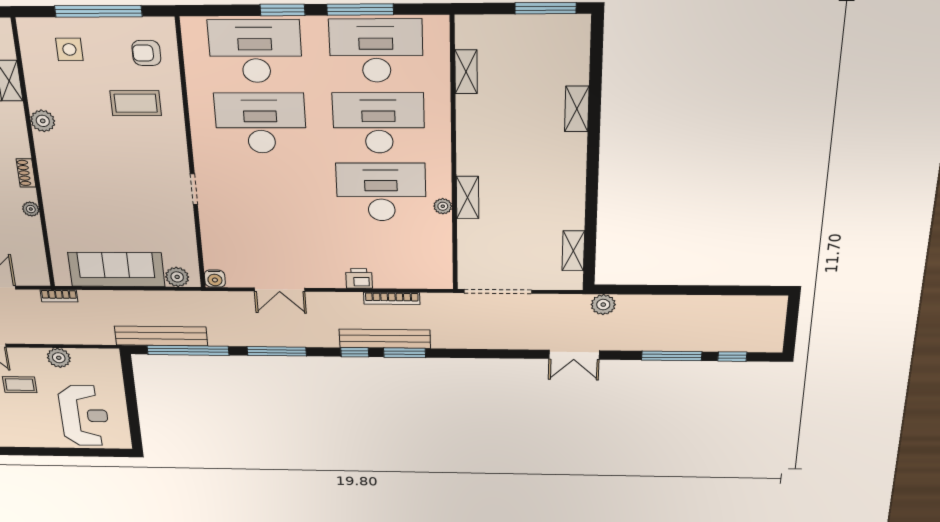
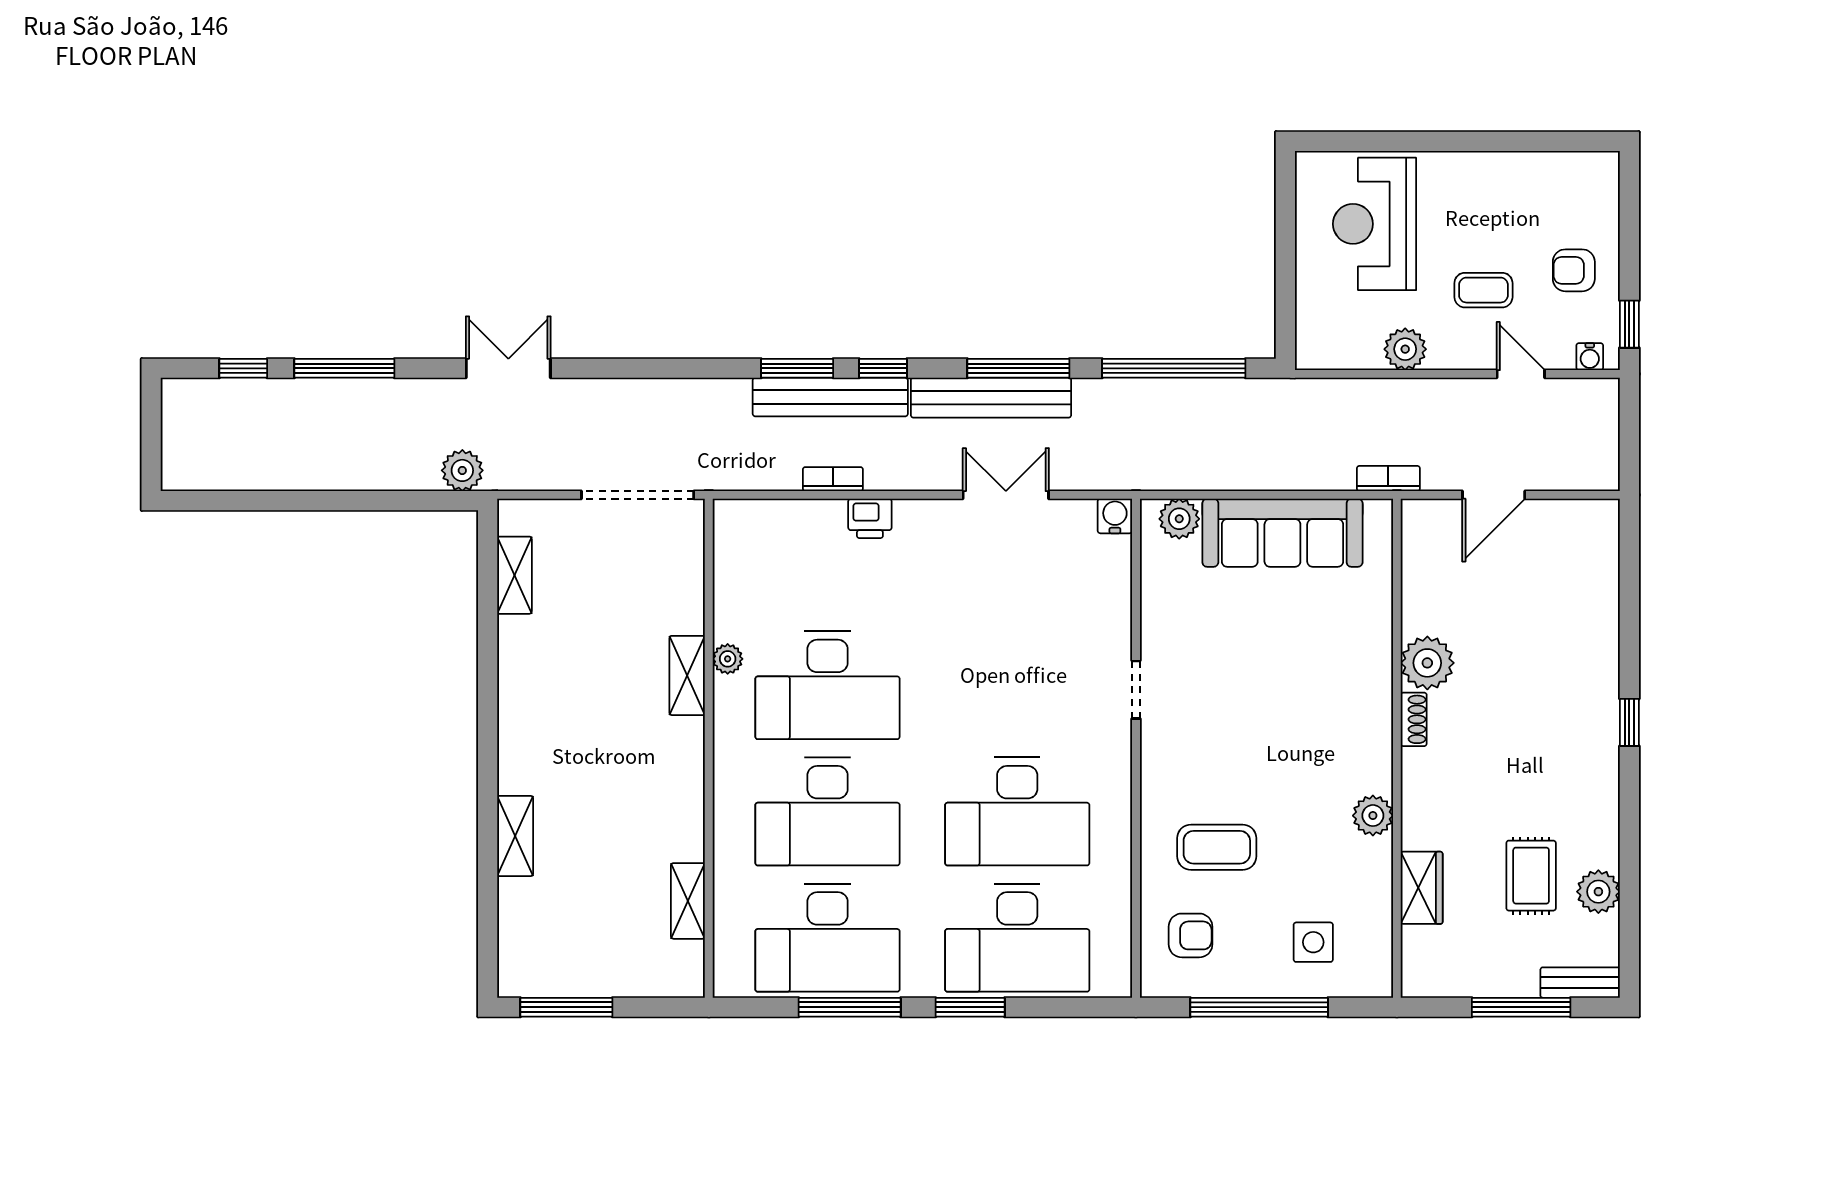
plant: (31, 209) -> (1427, 663), width x1.87, depth x1.87
bookcase: (392, 298) -> (833, 479), width x0.64
bench: (161, 336) -> (991, 398), moved

